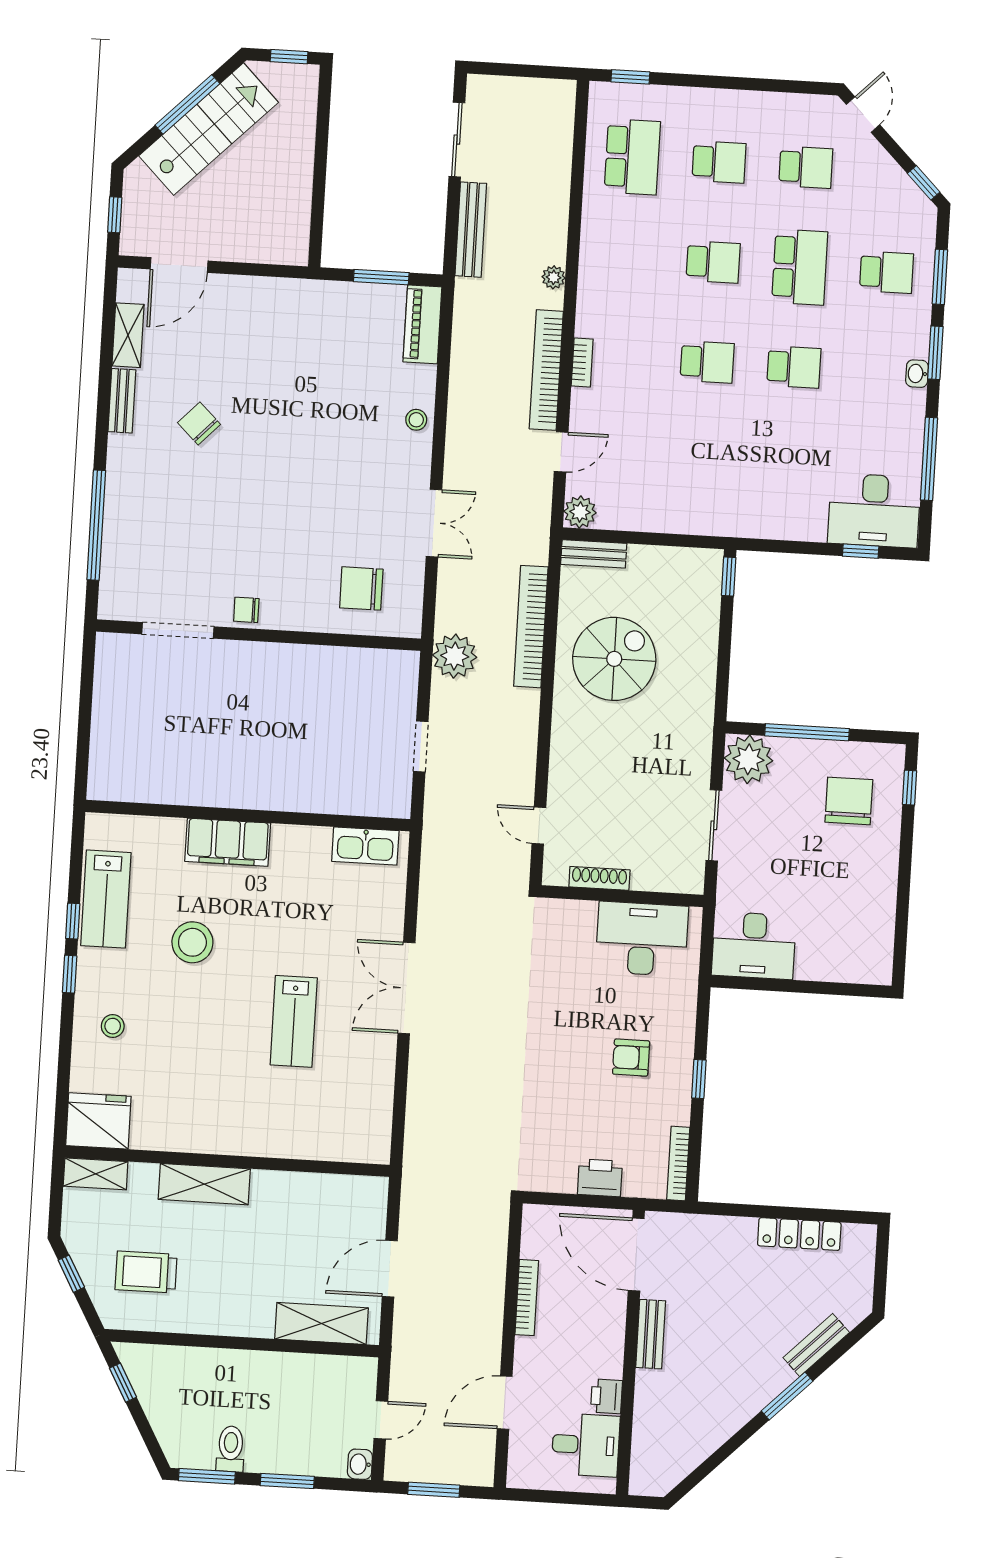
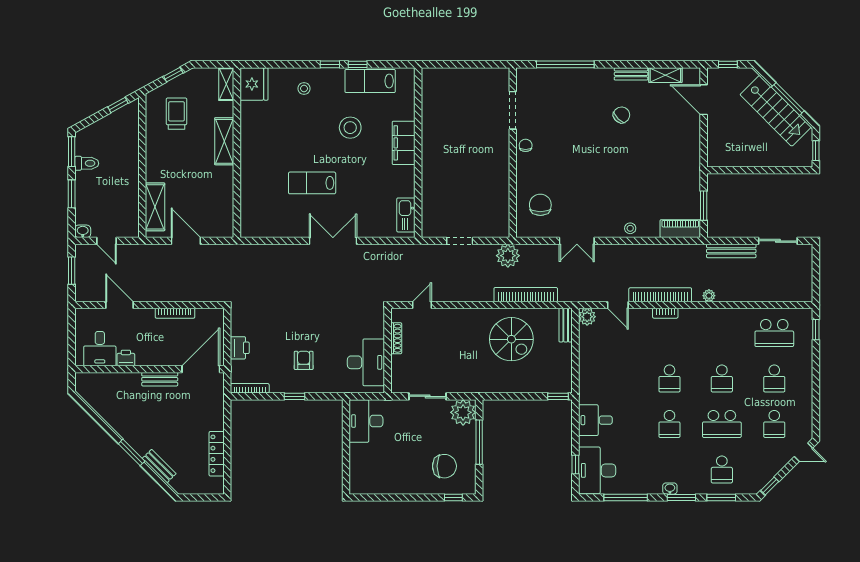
desk: (778, 508) -> (595, 420), added

